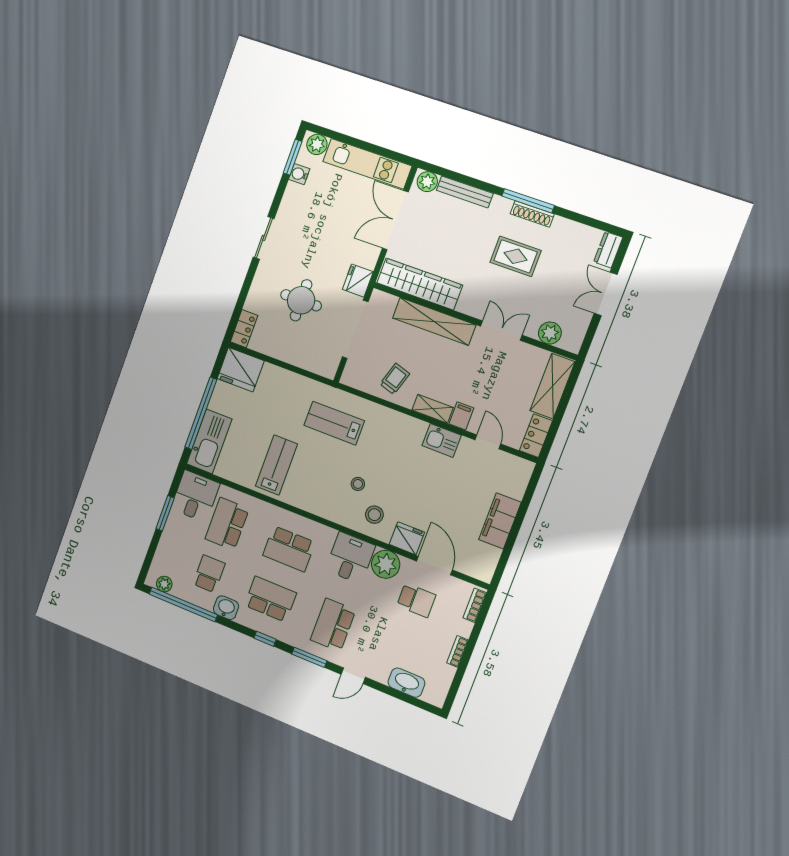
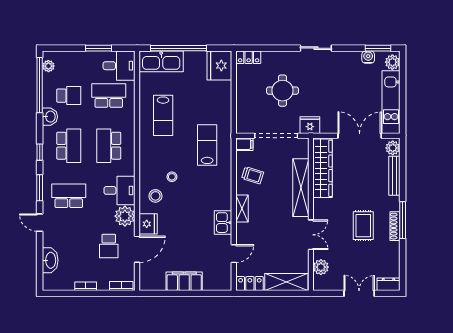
filing cabinet: (461, 416) -> (244, 144), moved
lab bench: (276, 465) -> (163, 115), turned 90

